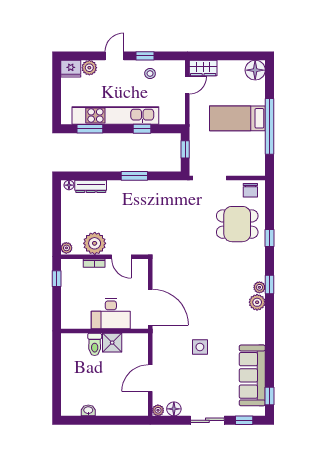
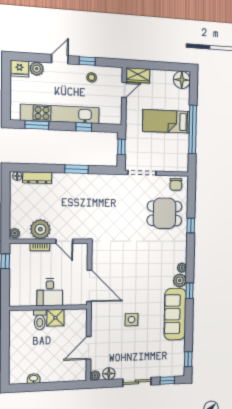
window: (269, 284) -> (190, 291), moved
desk: (111, 314) -> (50, 292), width x0.73
sofa: (252, 375) -> (175, 314), moved

